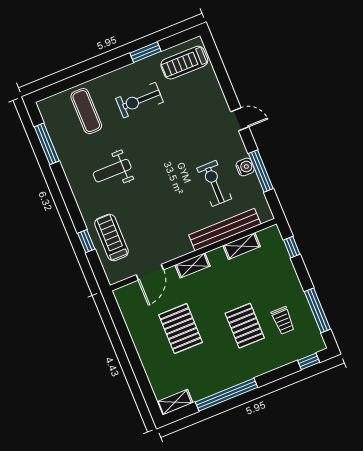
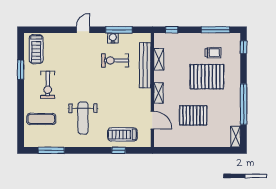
weight bench: (112, 171) -> (83, 118), width x1.36, depth x1.33
pallet: (245, 326) -> (207, 77), width x1.37, depth x1.41

